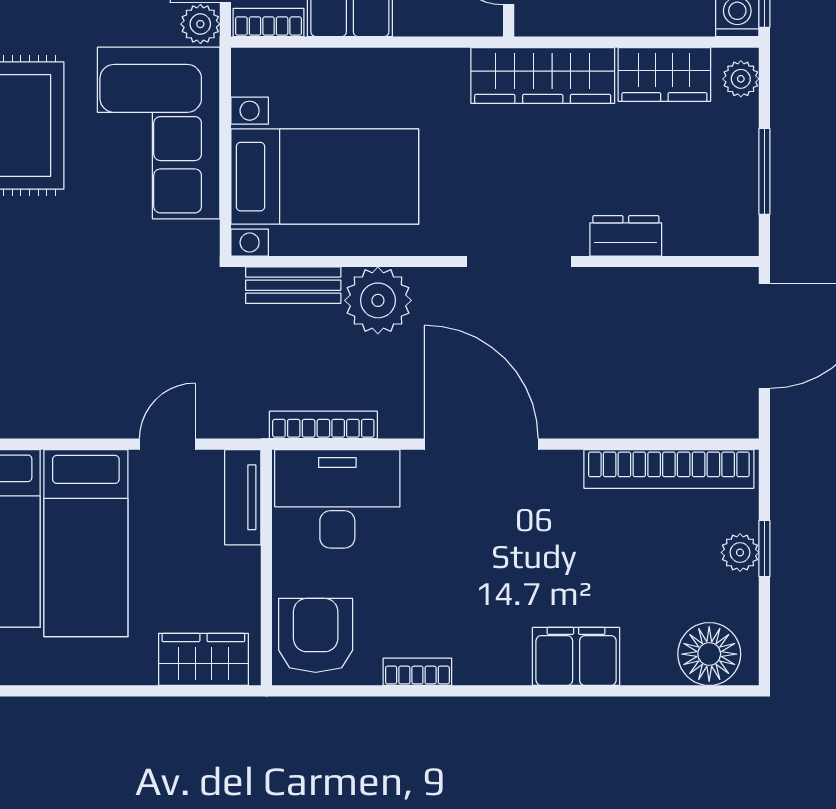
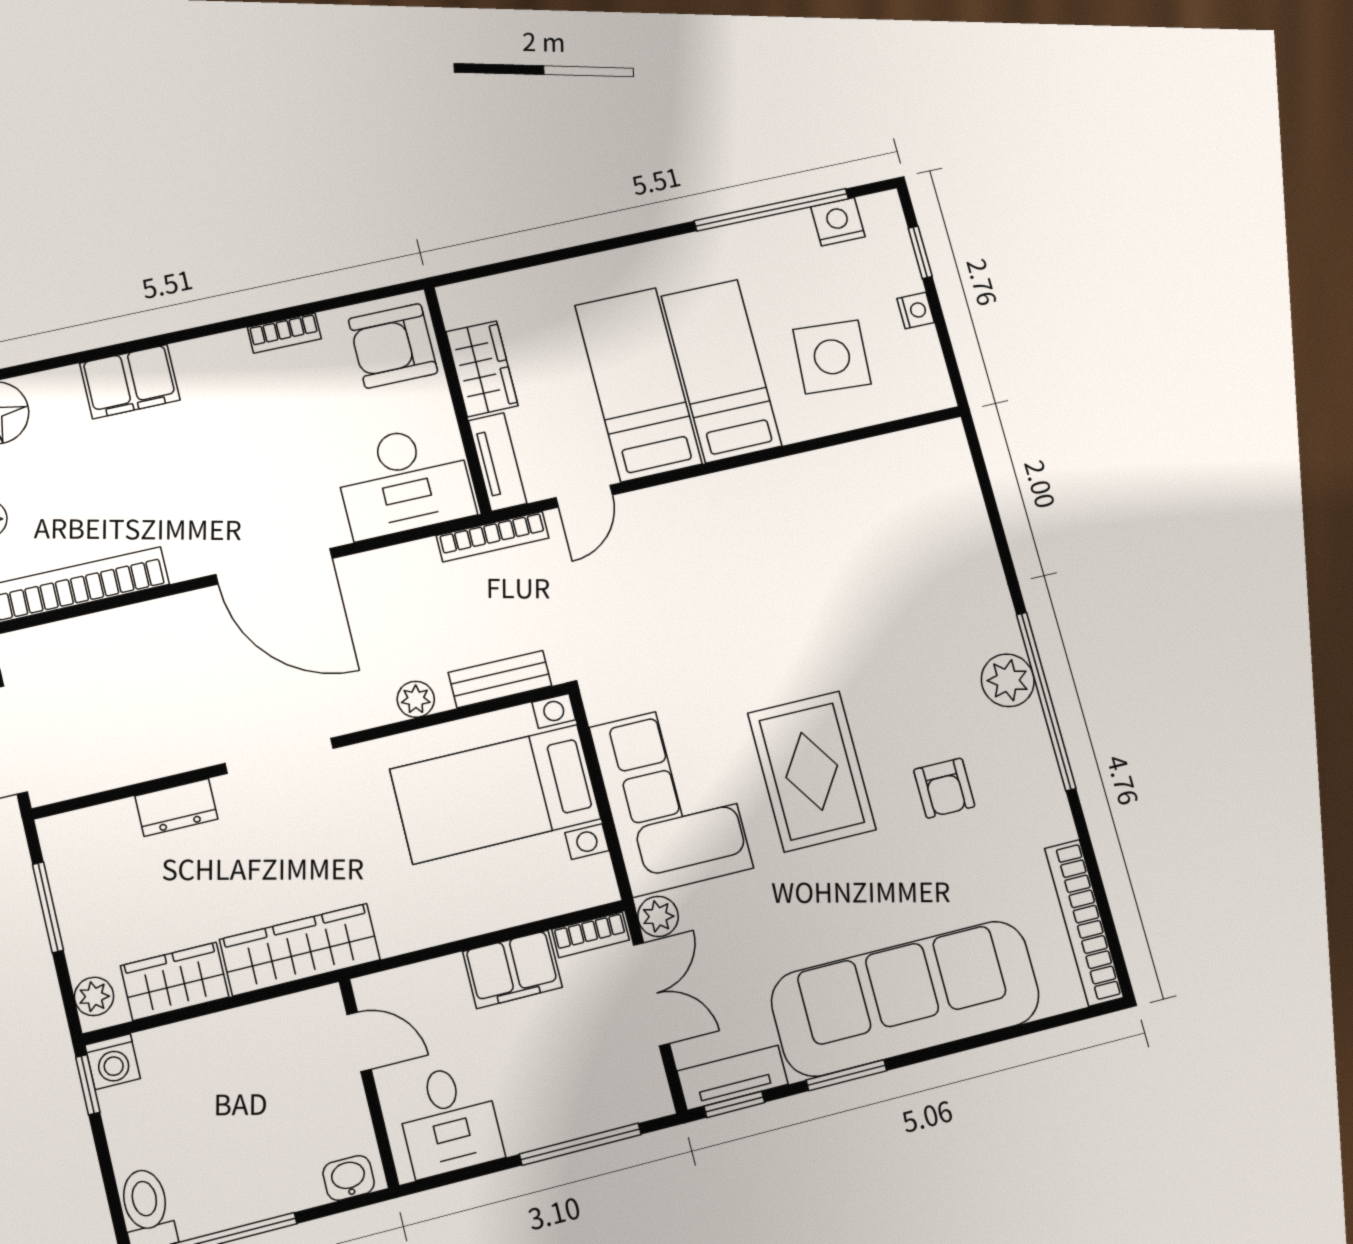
plant: (378, 300) -> (416, 699), width x0.53, depth x0.53
bookcase: (323, 425) -> (493, 537), moved
armchair: (316, 635) -> (393, 346), turned 90
wardrobe: (203, 659) -> (482, 369), moved, turned -90

